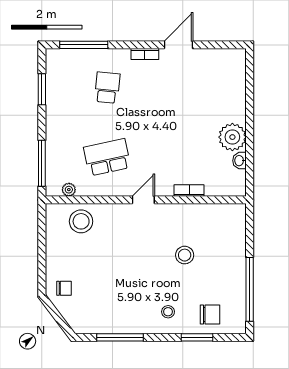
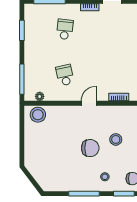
school desk: (107, 157) -> (65, 75), width x0.54
stool: (81, 221) -> (38, 115), moved
chair: (64, 288) -> (90, 148), moved, width x1.87, depth x1.87
window: (120, 337) -> (84, 194), moved

